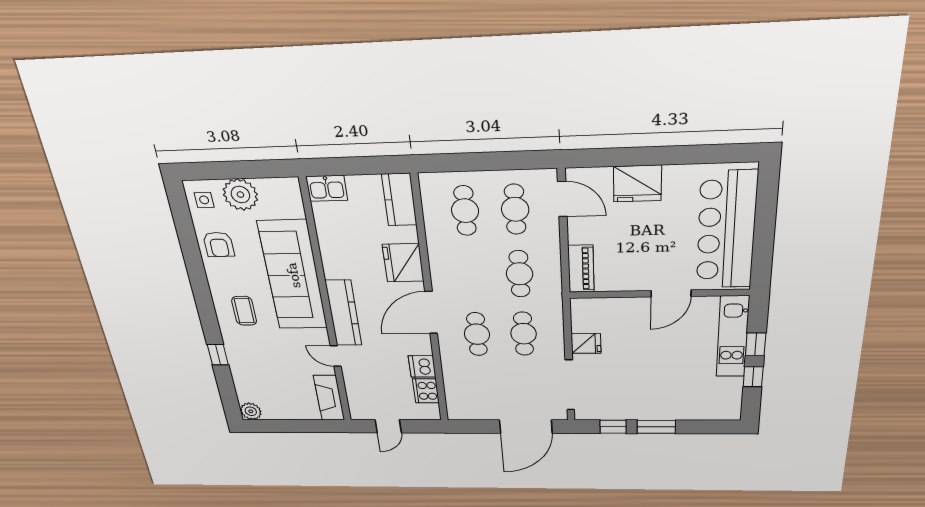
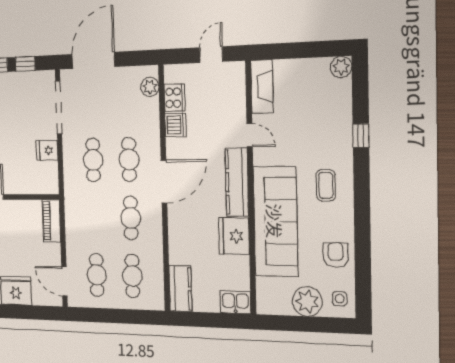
fridge: (403, 263) -> (234, 236), moved, turned 180
cafe table: (519, 274) -> (131, 218), moved
plant: (456, 401) -> (150, 87), added

